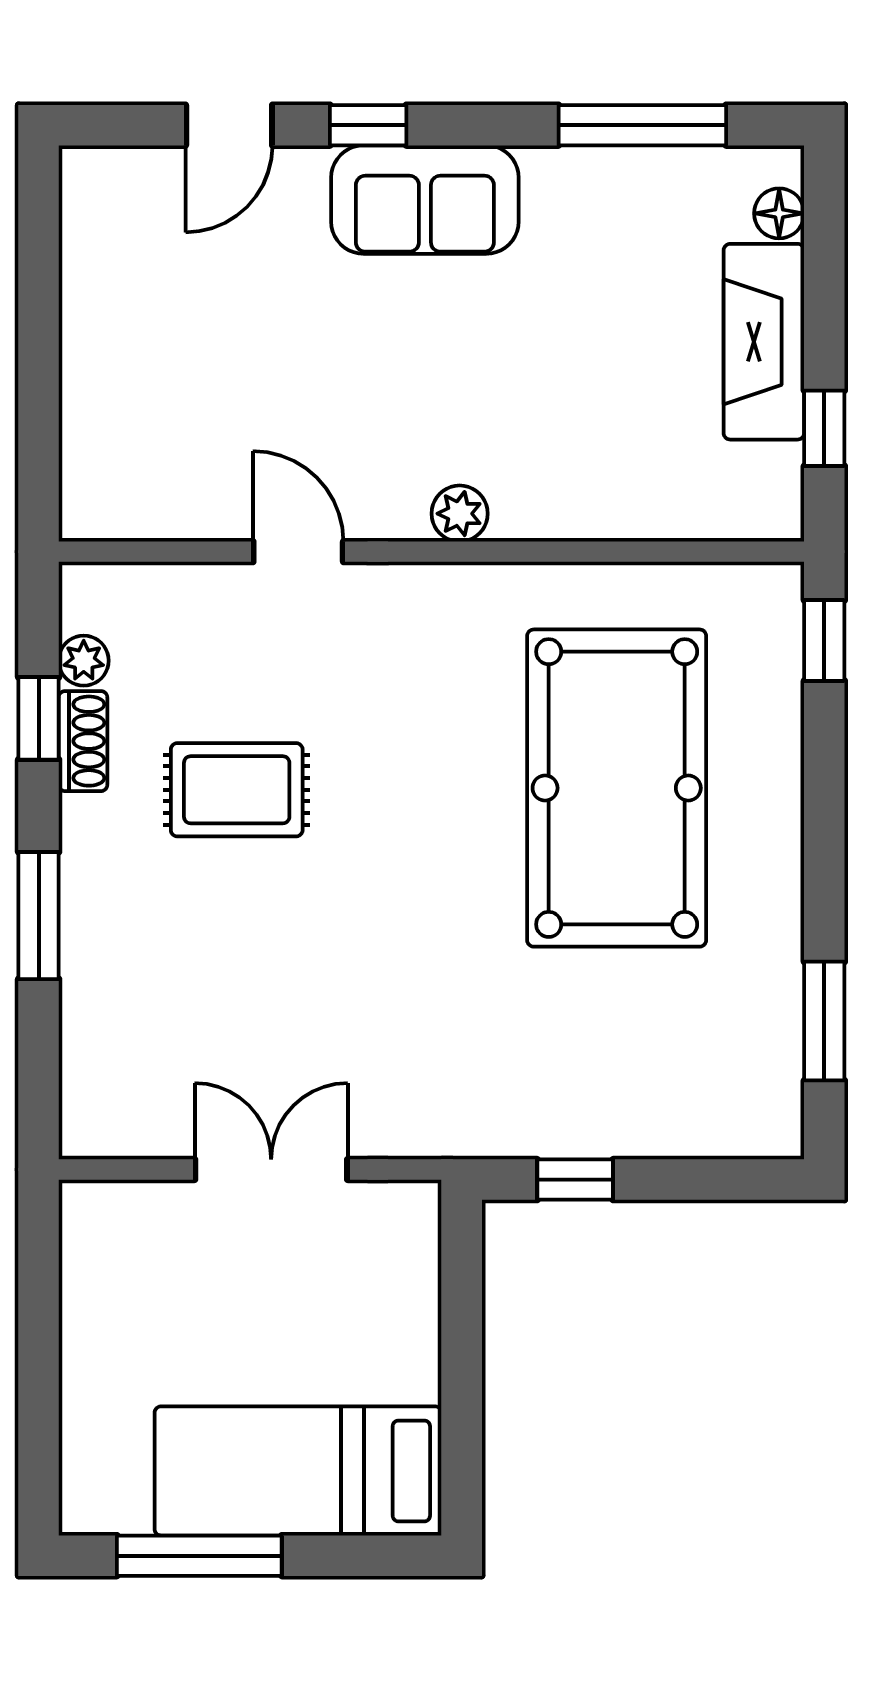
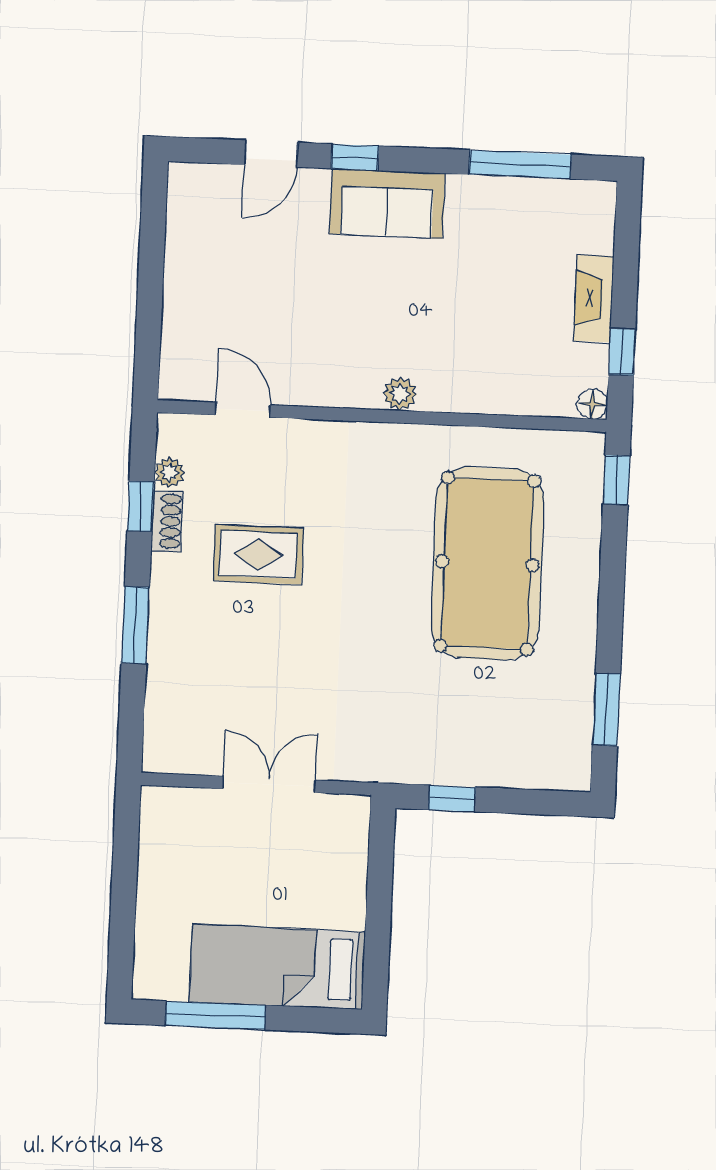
floor lamp: (779, 213) -> (592, 404), moved
fireplace: (764, 342) -> (594, 298), width x0.73, depth x0.76
door: (298, 552) -> (243, 410), moved

